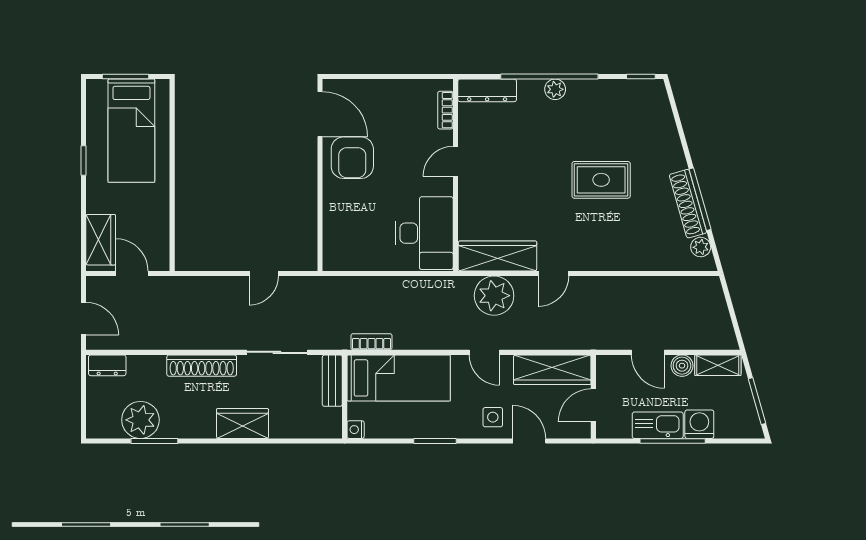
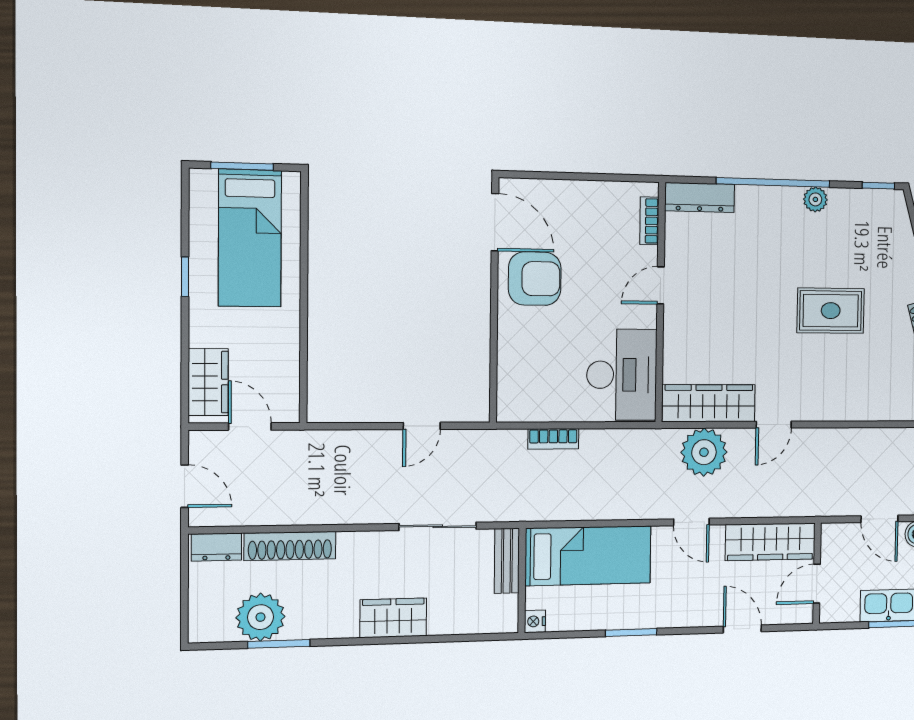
plant: (555, 89) -> (815, 199), moved
armchair: (352, 158) -> (535, 279), turned -90
bookcase: (371, 342) -> (553, 439), moved, turned 180
shoe rack: (202, 366) -> (290, 546), moved
side table: (493, 417) -> (700, 601), removed

